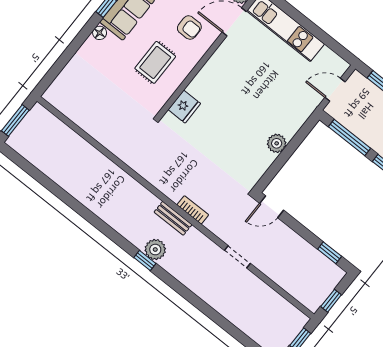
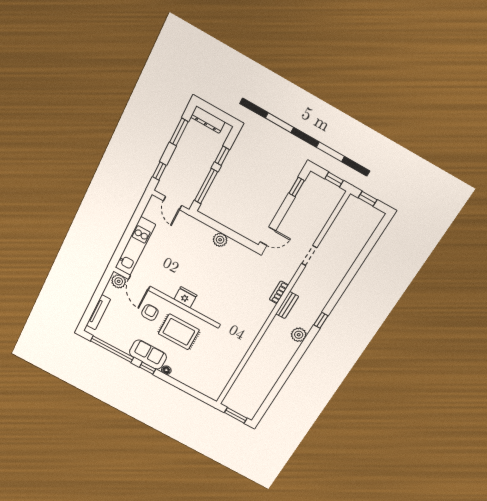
rug: (155, 62) -> (179, 332), width x1.36, depth x1.43
fridge: (184, 107) -> (185, 297), moved
door: (272, 207) -> (268, 236), hinge flipped
plant: (155, 250) -> (299, 335), moved

